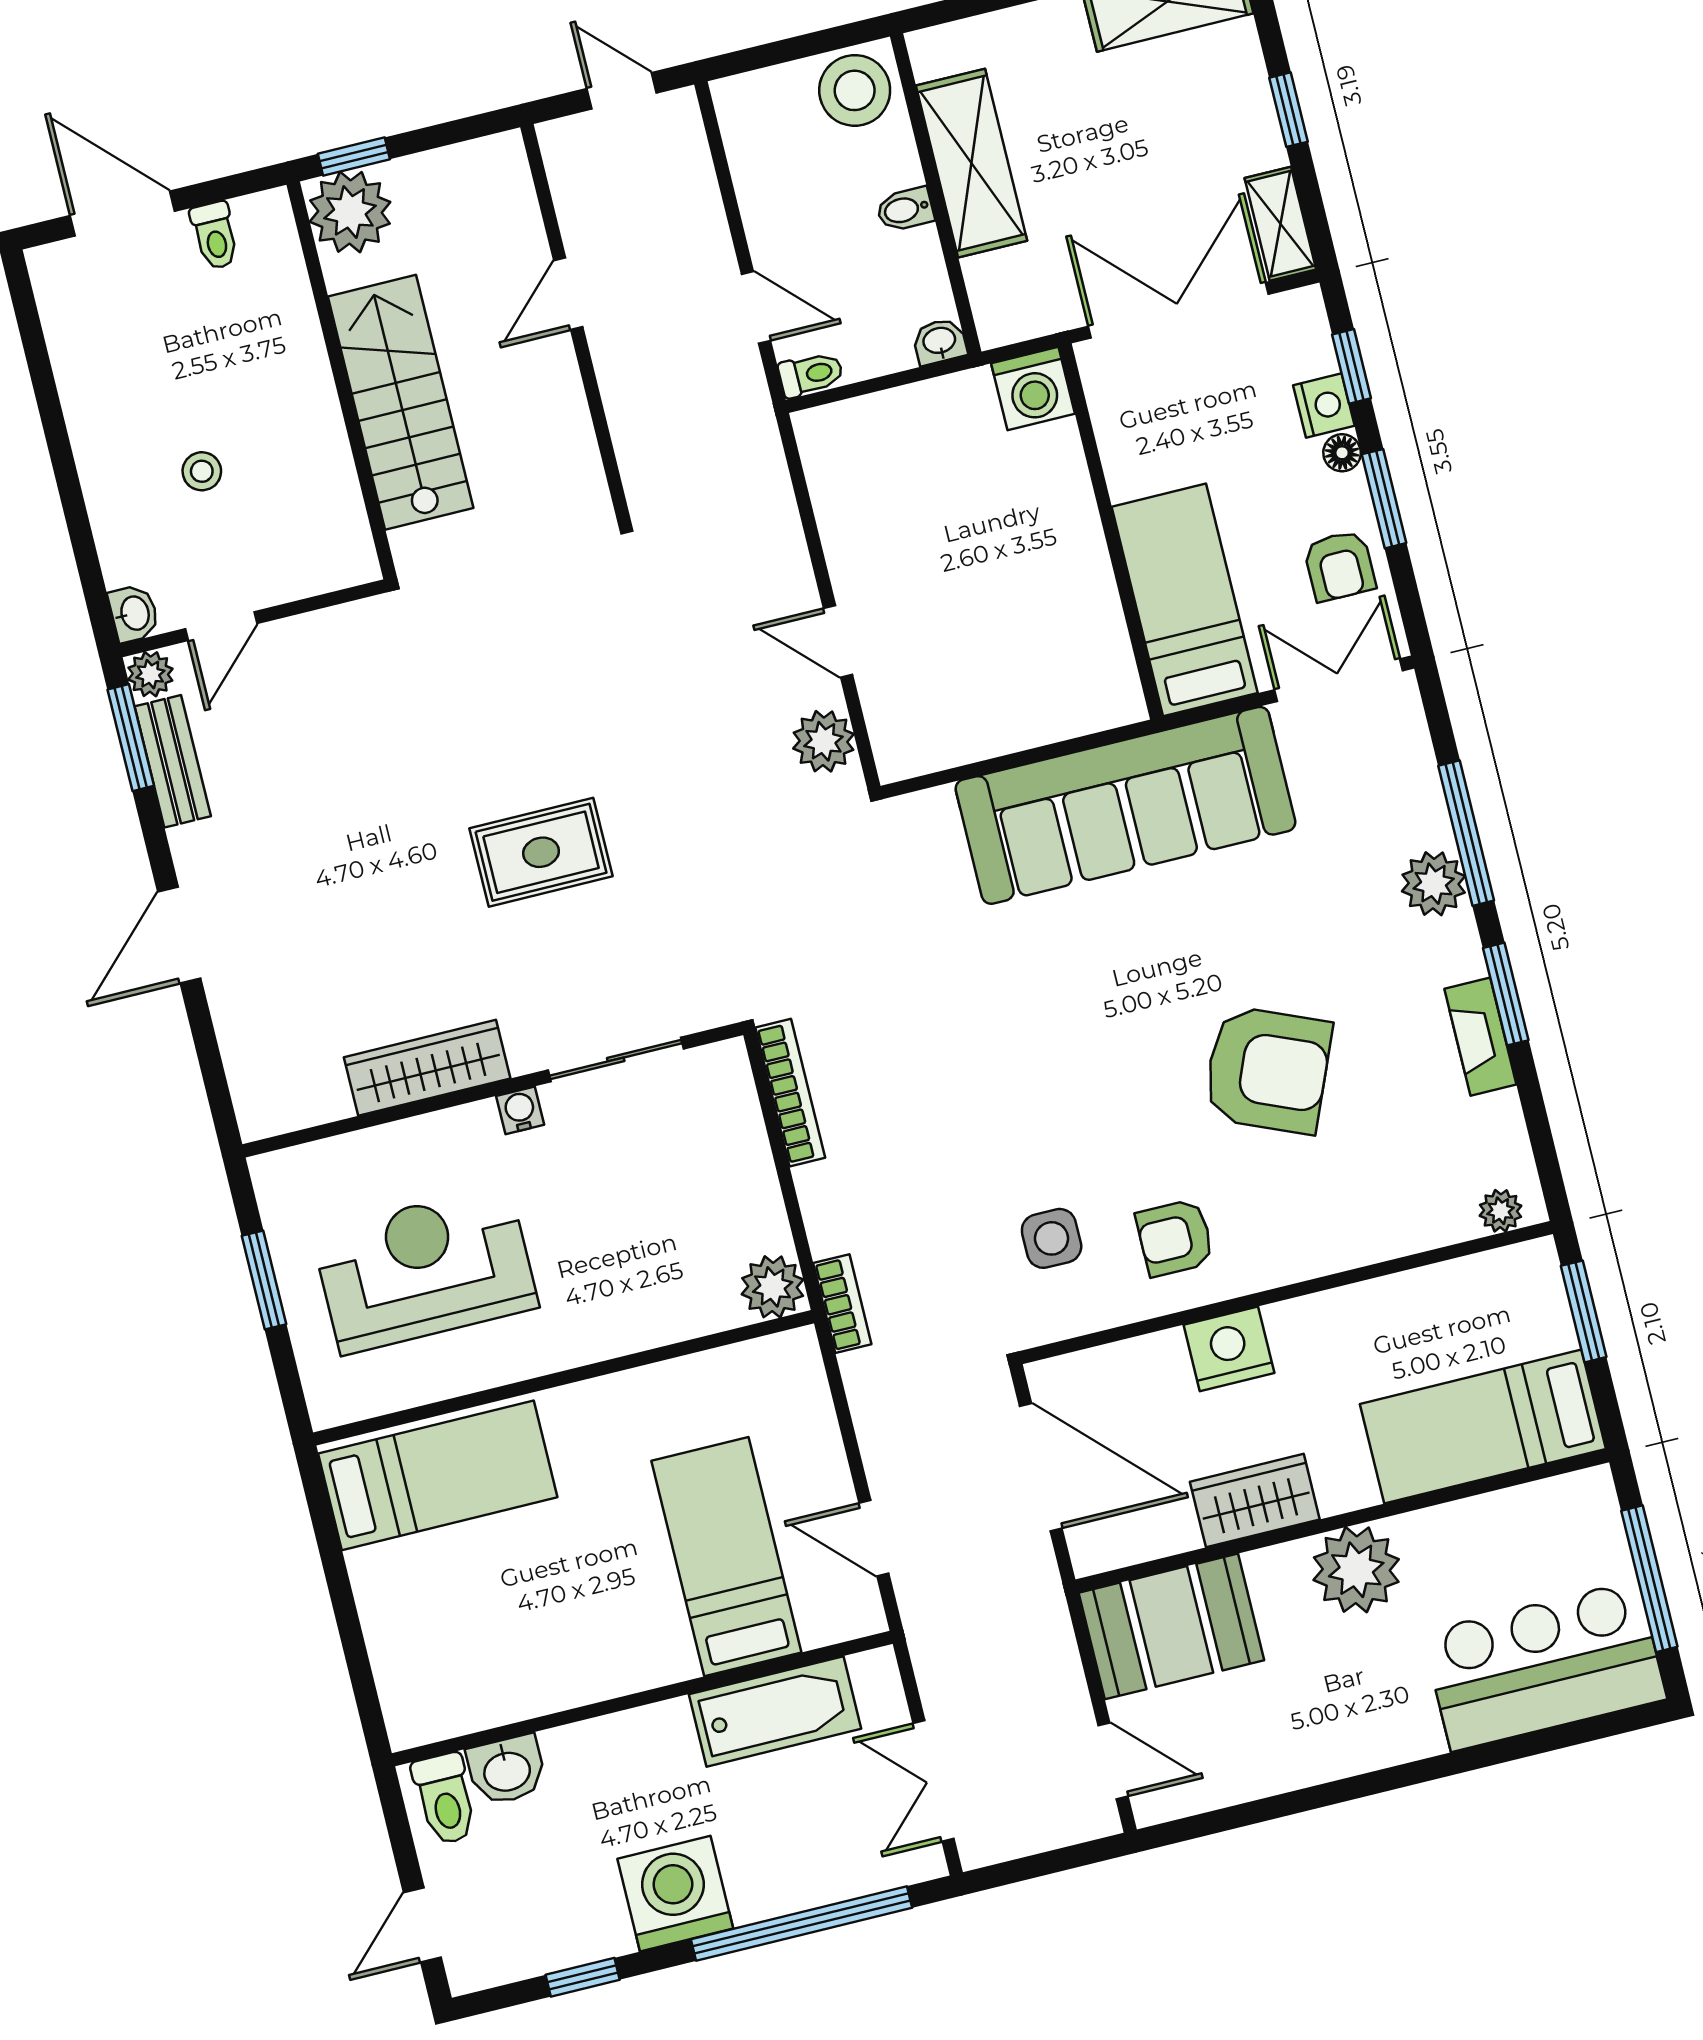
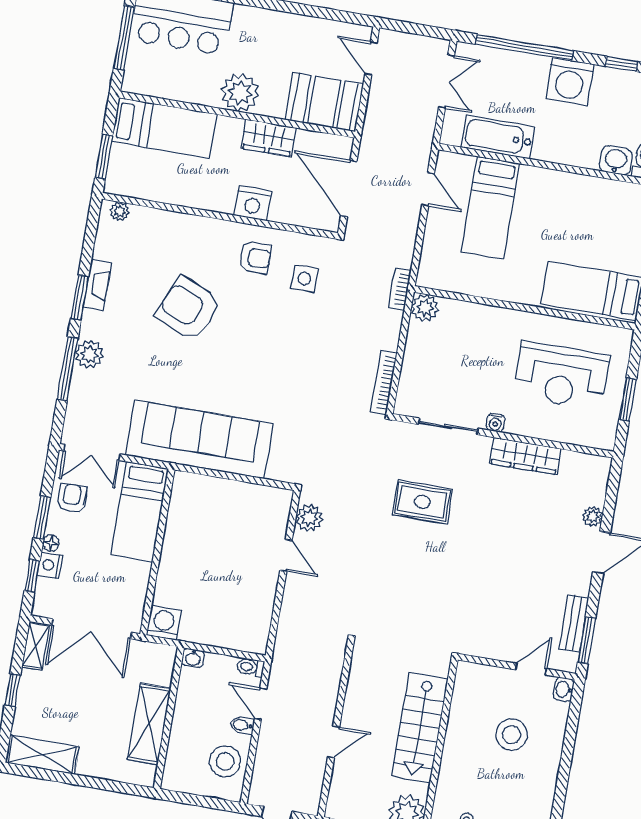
stool: (855, 90) -> (225, 761), moved
bidet: (905, 209) -> (242, 725), moved, turned 180
stool: (202, 471) -> (512, 735), width x1.89, depth x1.89
plant: (150, 674) -> (593, 516), moved
rug: (541, 852) -> (422, 502), moved

